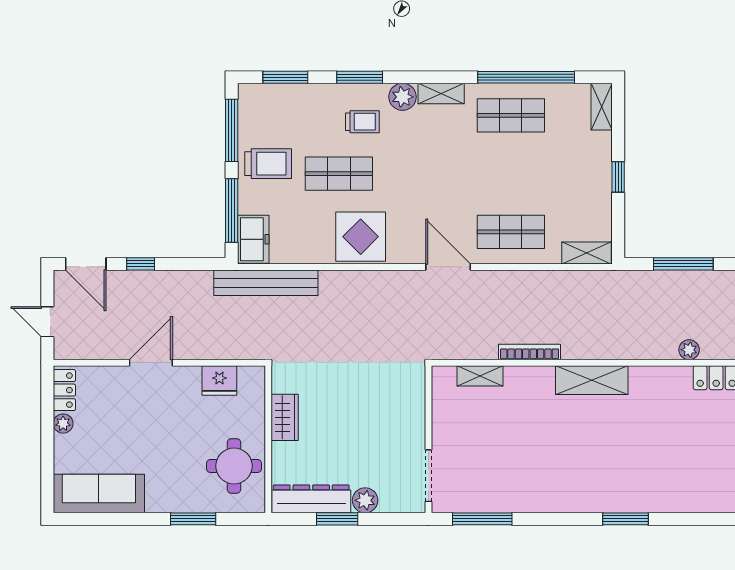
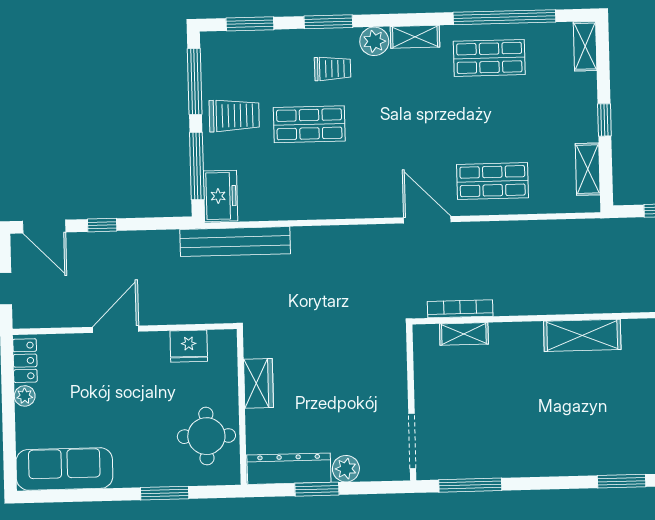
display table: (361, 237) -> (334, 190), removed
shelving: (587, 253) -> (588, 169), moved, turned 90
bookcase: (530, 352) -> (460, 309), moved

